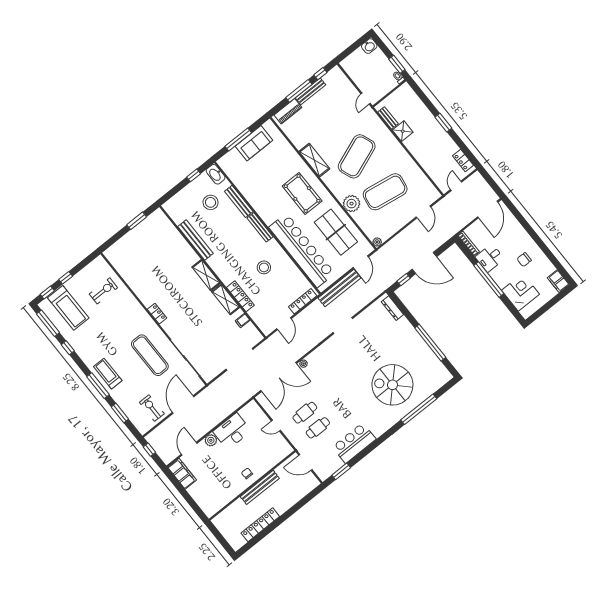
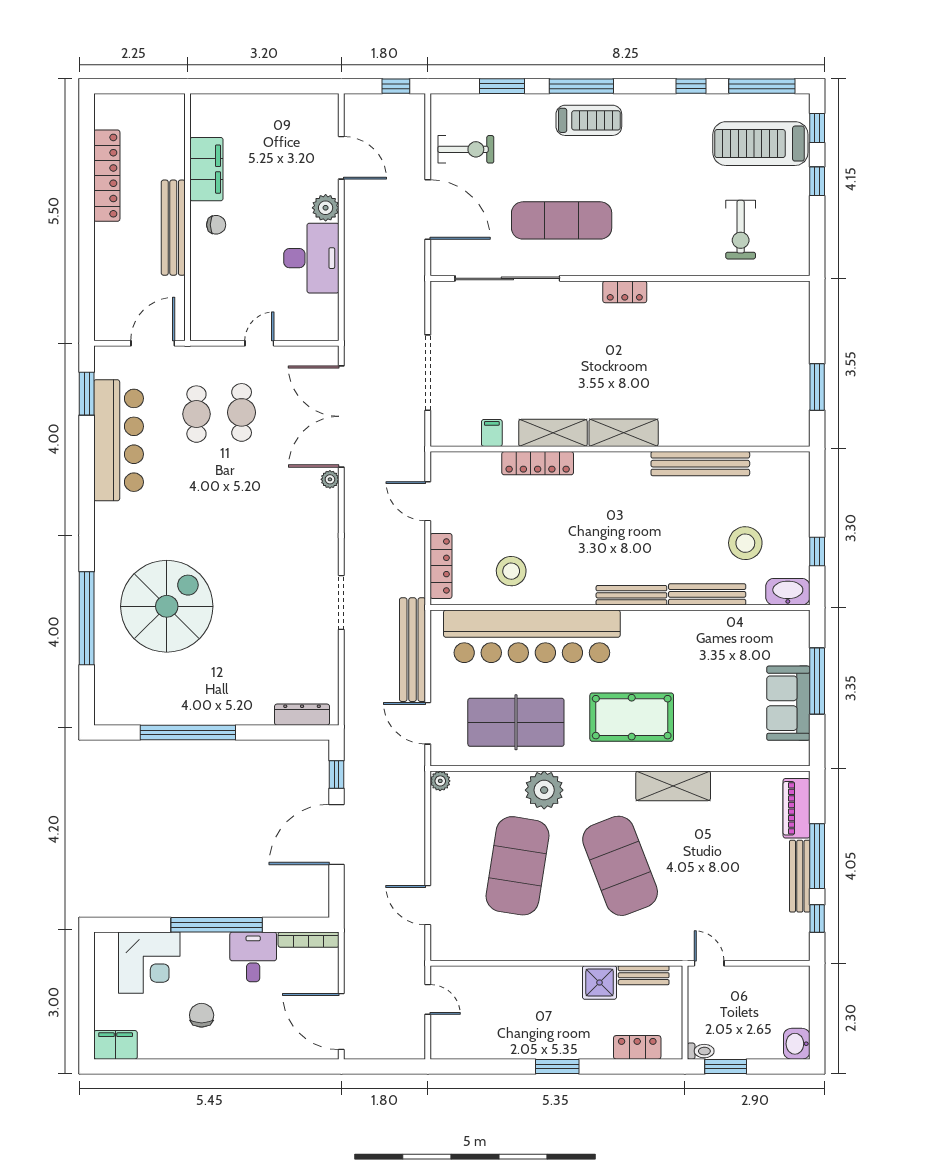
locker: (463, 160) -> (637, 1047), moved
stool: (264, 267) -> (511, 571), moved
bar counter: (354, 443) -> (119, 440), width x1.36
filing cabinet: (182, 474) -> (206, 169), moved, turned -90

